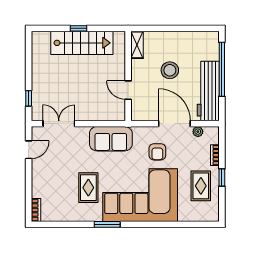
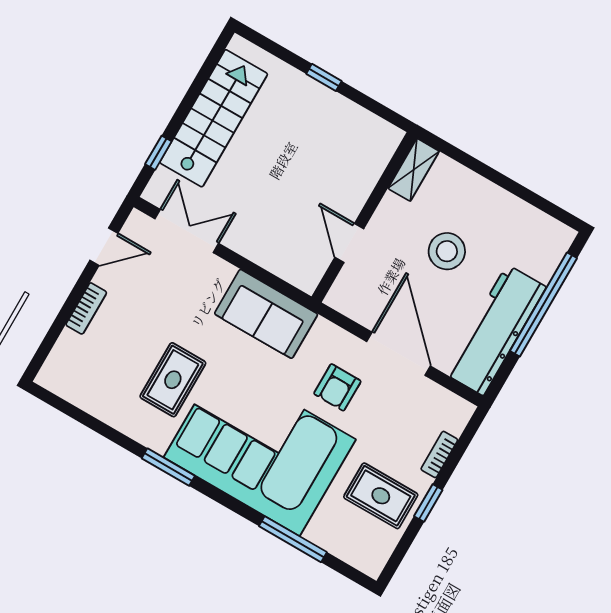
stairs: (82, 43) -> (214, 118), moved, turned -90
plant: (198, 132) -> (433, 393), removed
rug: (201, 186) -> (381, 496), turned 90
bookcase: (36, 210) -> (86, 308), moved
window: (175, 224) -> (293, 539), added

